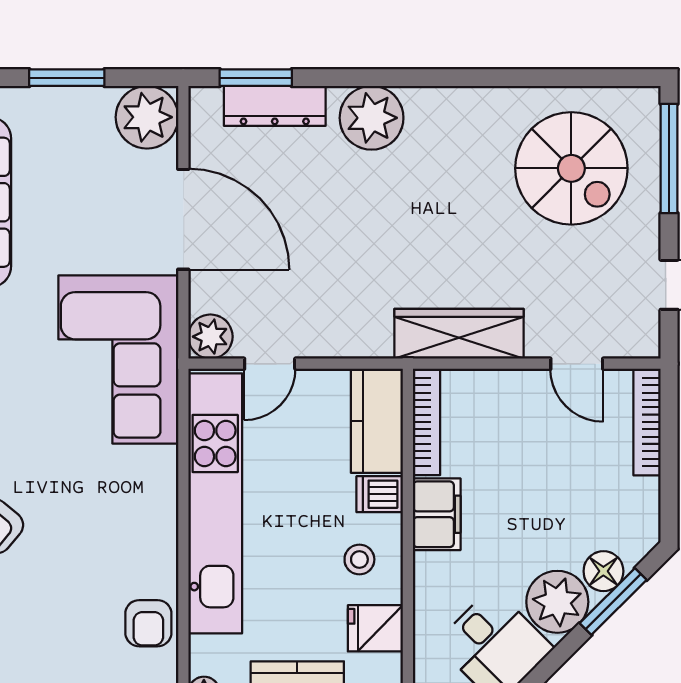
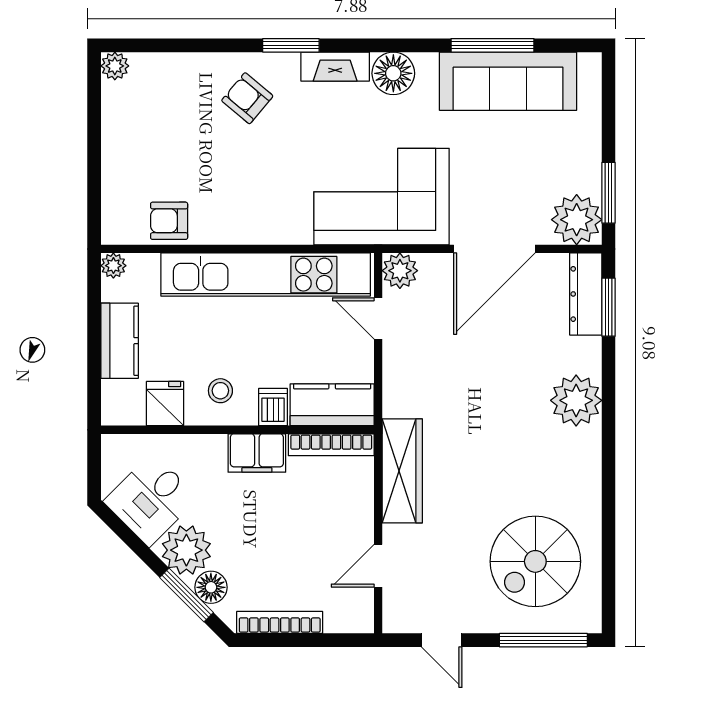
window: (67, 78) -> (608, 193), moved
dresser: (275, 106) -> (586, 294), moved
bookcase: (647, 422) -> (280, 622), moved

